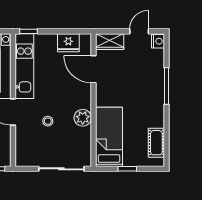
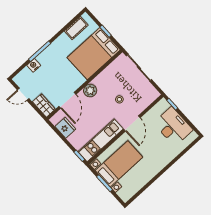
nightstand: (158, 41) -> (34, 65), moved
plant: (83, 118) -> (90, 91), moved
bed: (109, 137) -> (94, 54), width x1.50

